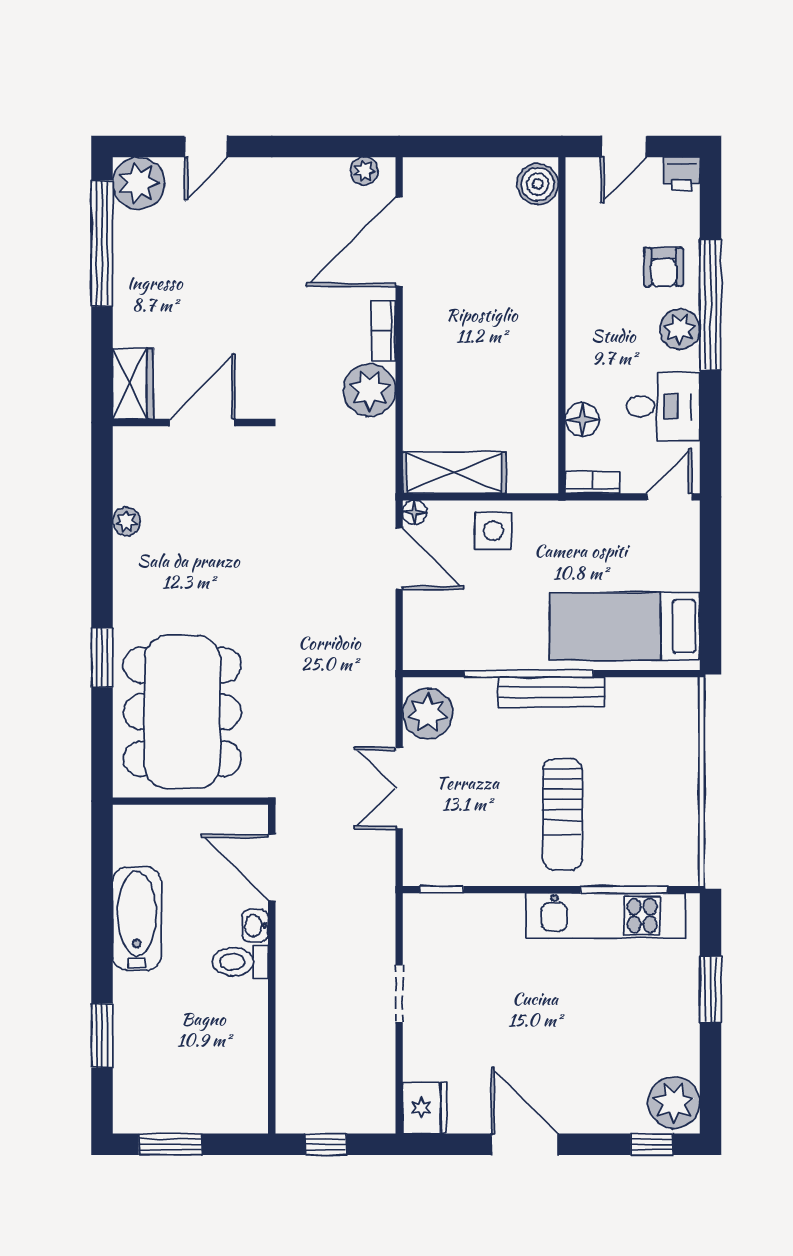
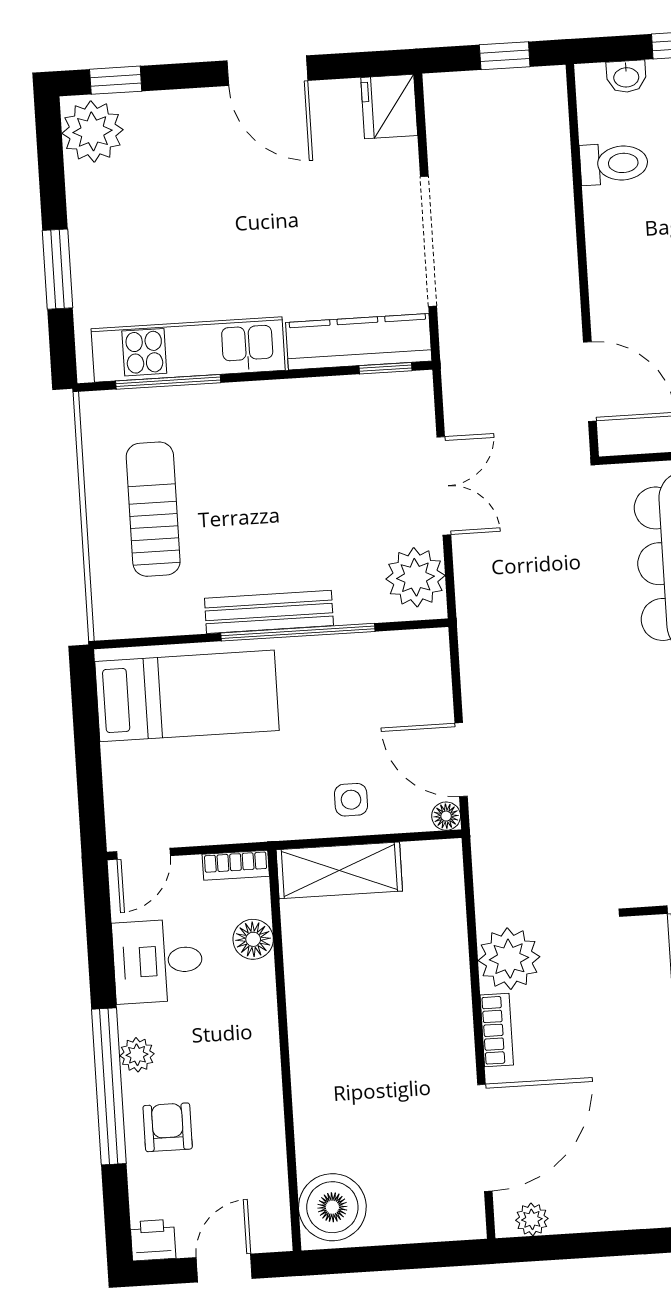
boiler: (538, 184) -> (332, 1207), width x1.37, depth x1.37
plant: (680, 329) -> (137, 1055), width x0.73, depth x0.73
shelving: (454, 473) -> (339, 870), moved
side table: (493, 531) -> (351, 800), width x0.73, depth x0.73
sun lounger: (562, 814) -> (153, 509), moved
kitchen counter: (463, 913) -> (359, 342), added
washbasin: (255, 926) -> (626, 76), moved, turned 90
toilet: (240, 962) -> (614, 164), moved
doorway: (399, 993) -> (428, 241), width x1.88

